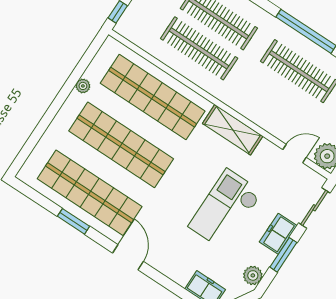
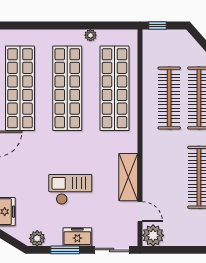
shelving: (233, 130) -> (128, 177), moved
checkout: (225, 209) -> (70, 189), width x0.73, depth x0.83

